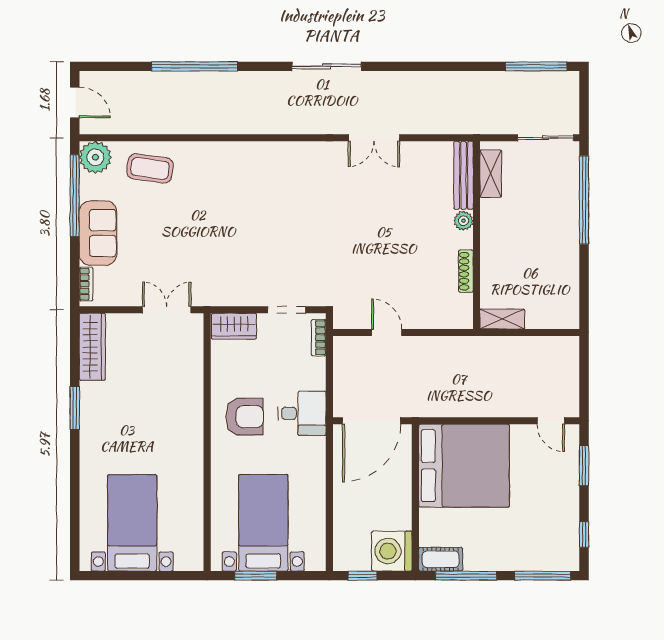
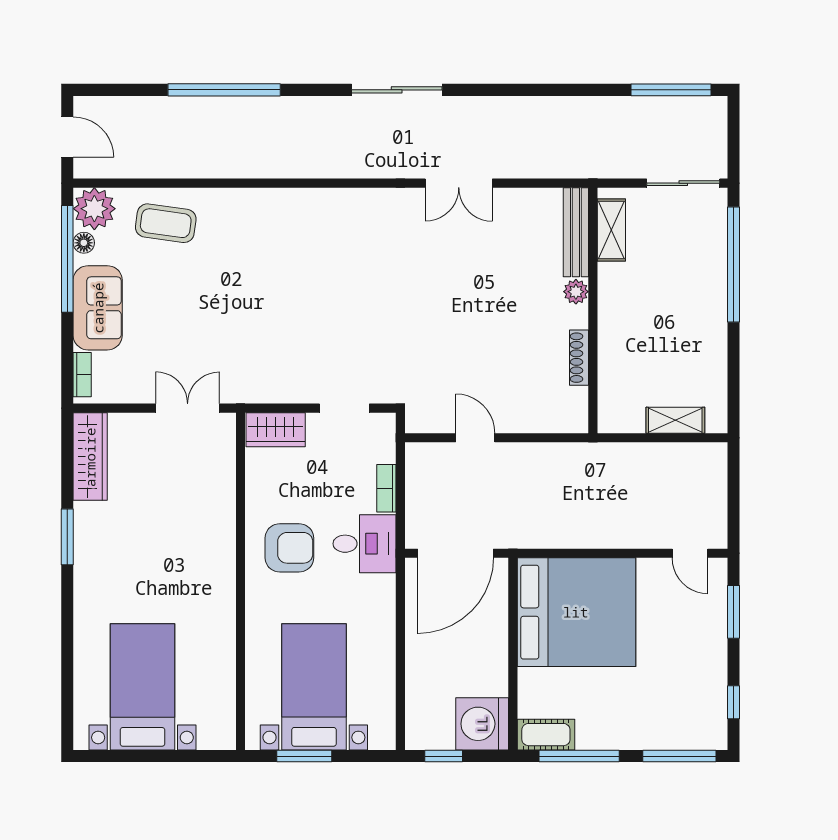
floor lamp: (87, 183) -> (84, 243), added
shelving: (502, 319) -> (675, 420), moved
bookcase: (319, 338) -> (386, 488), moved

